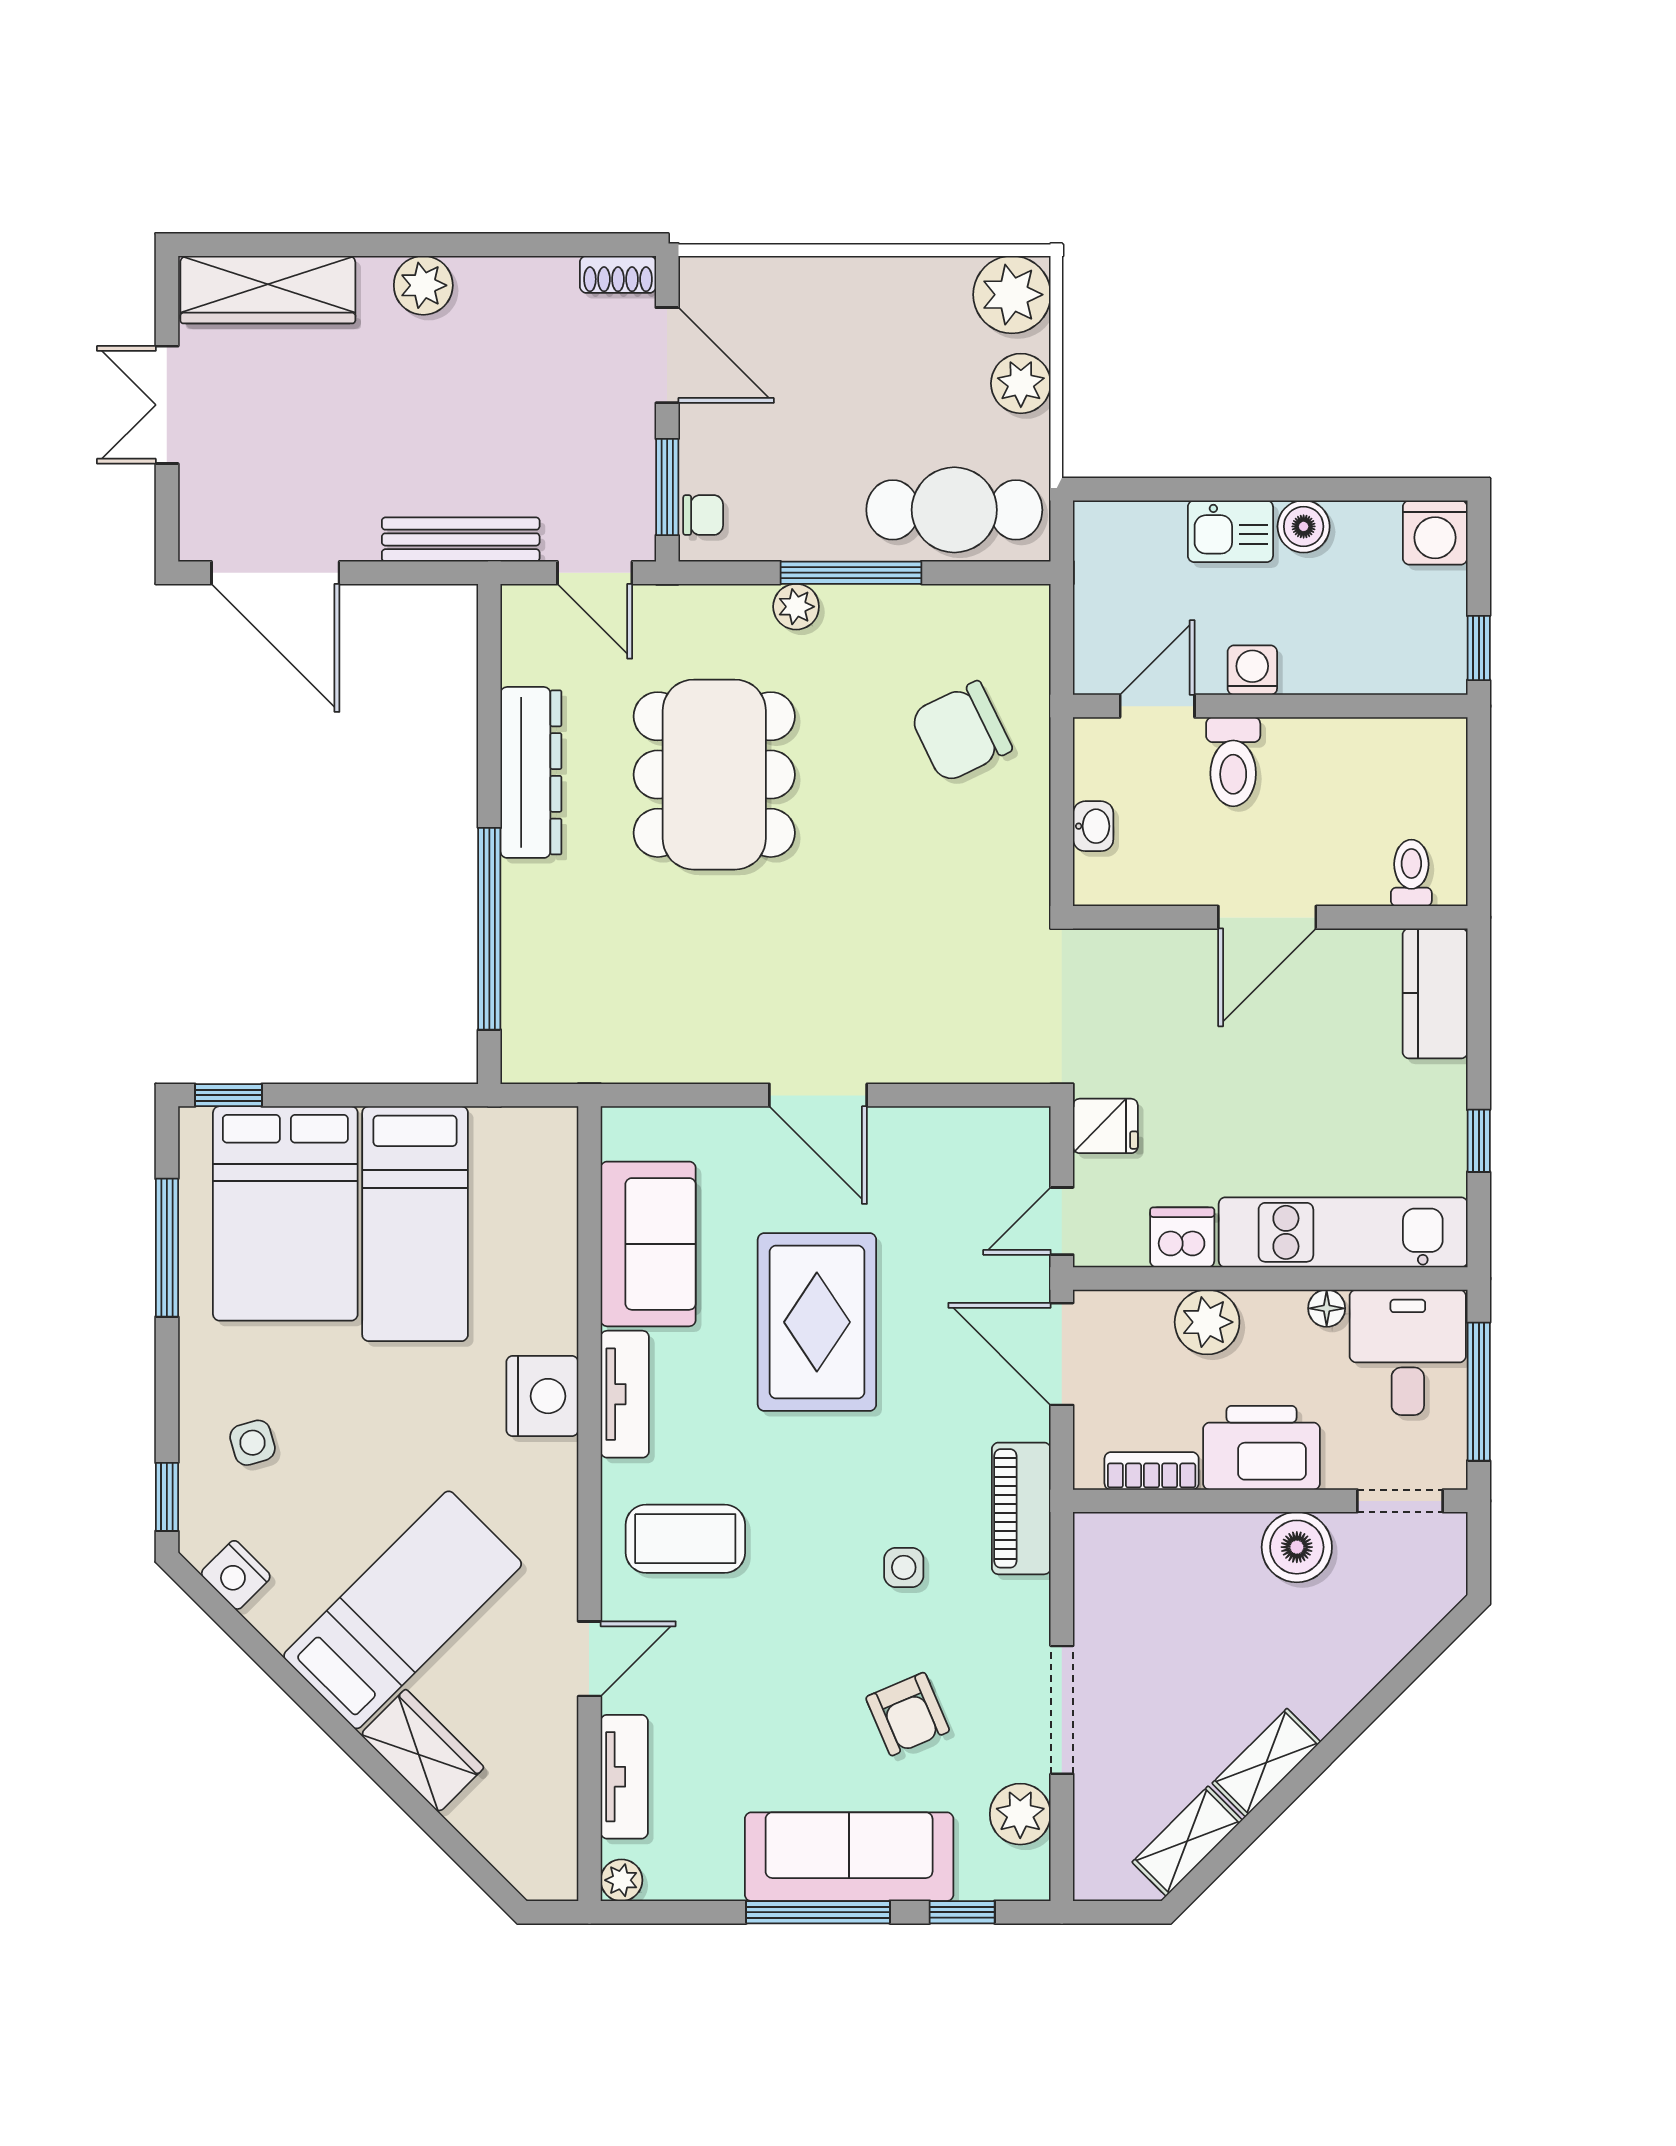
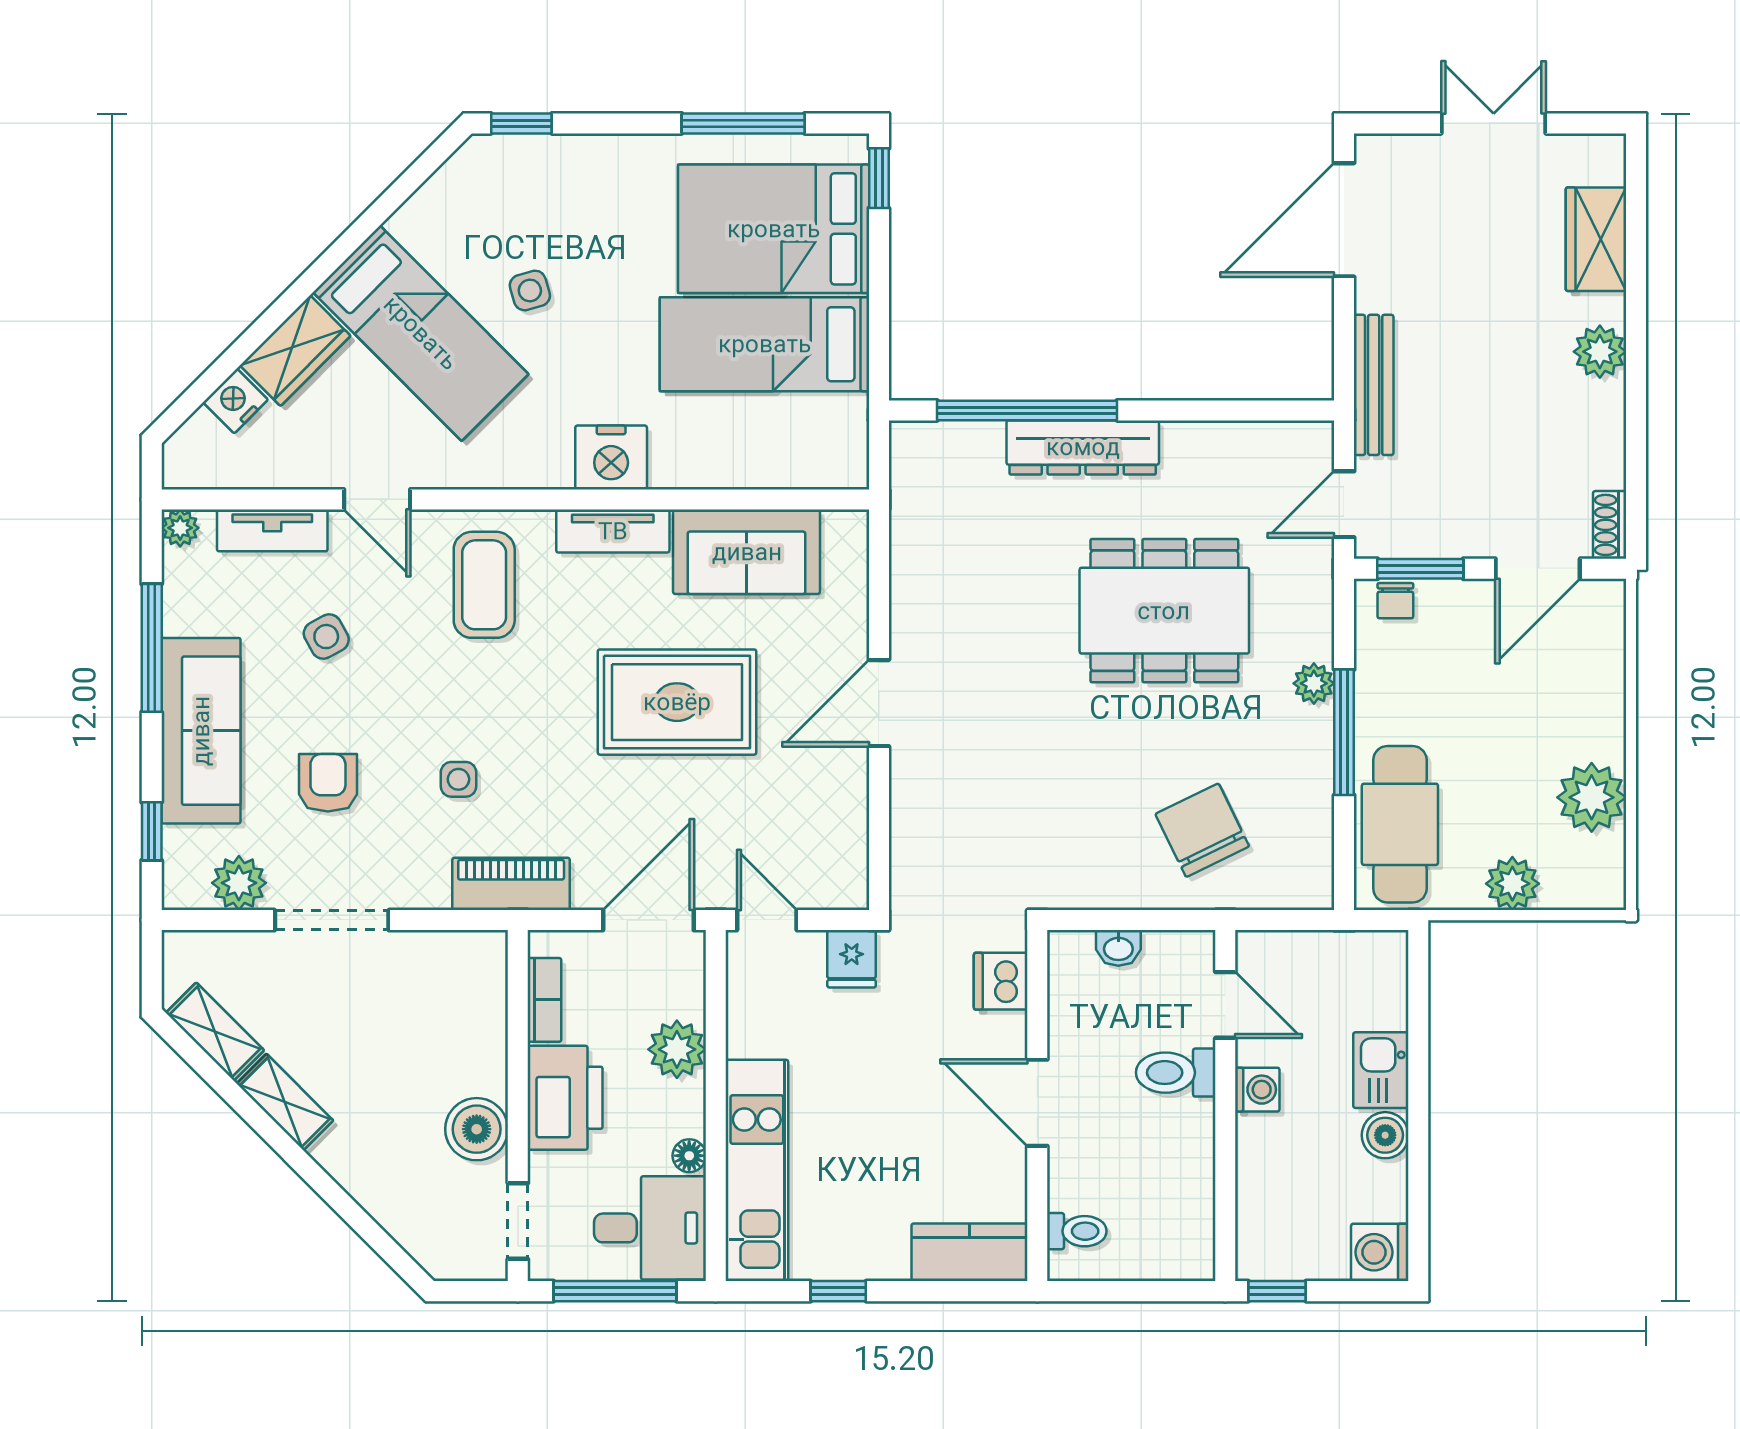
wardrobe: (268, 290) -> (1596, 239), width x0.67
plant: (1012, 295) -> (1592, 797), moved
dresser: (531, 772) -> (1083, 447), moved
dishwasher: (1182, 1237) -> (1001, 981), moved, turned 180
side table: (253, 1443) -> (530, 290), moved
nightstand: (236, 1575) -> (236, 401), moved
armchair: (908, 1714) -> (328, 783), turned 113
side table: (743, 1716) -> (326, 637), added
window: (818, 1912) -> (152, 648), moved

